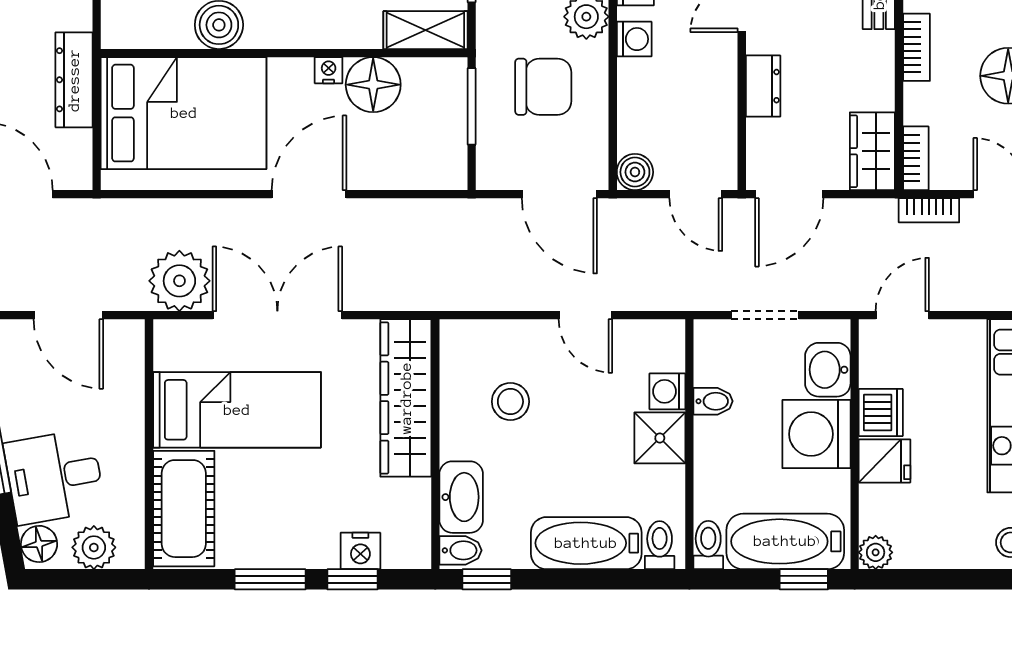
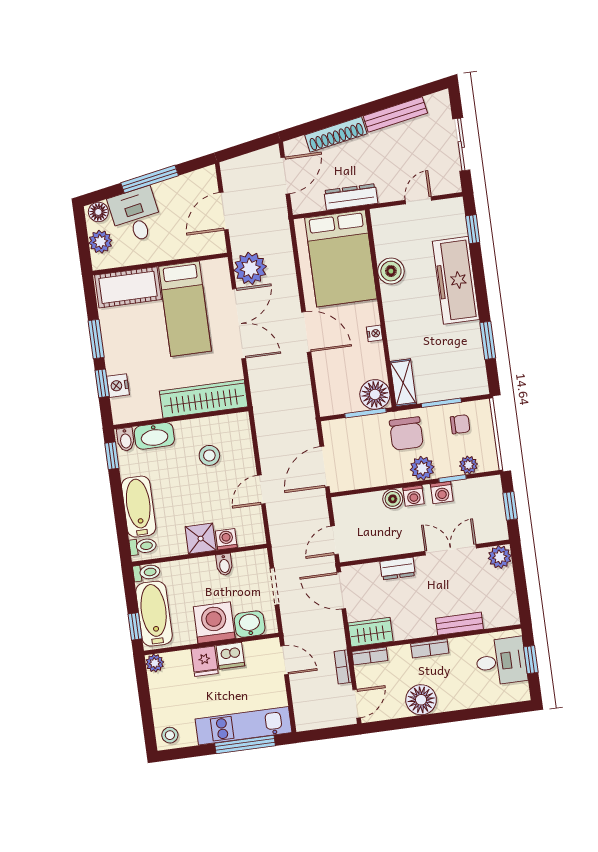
floor lamp: (373, 85) -> (375, 394), moved
chair: (543, 87) -> (406, 434), moved
boiler: (635, 172) -> (393, 499), moved

